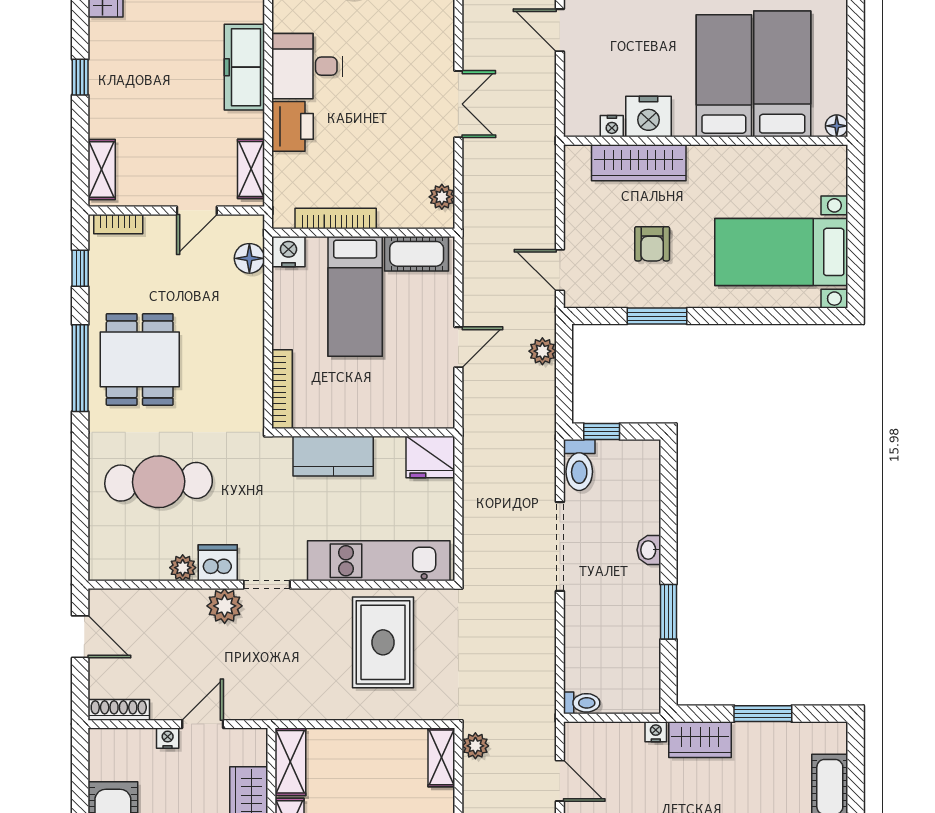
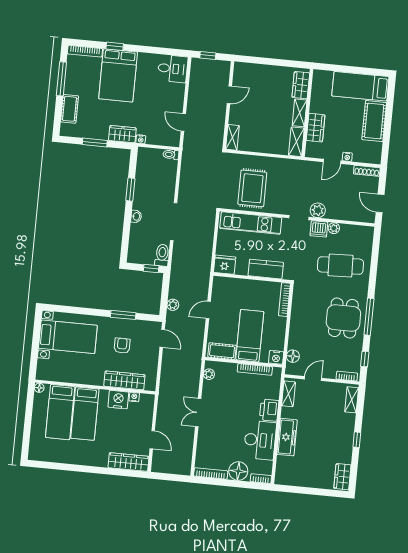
desk: (307, 66) -> (260, 440), width x1.37
plant: (475, 746) -> (218, 141), removed

